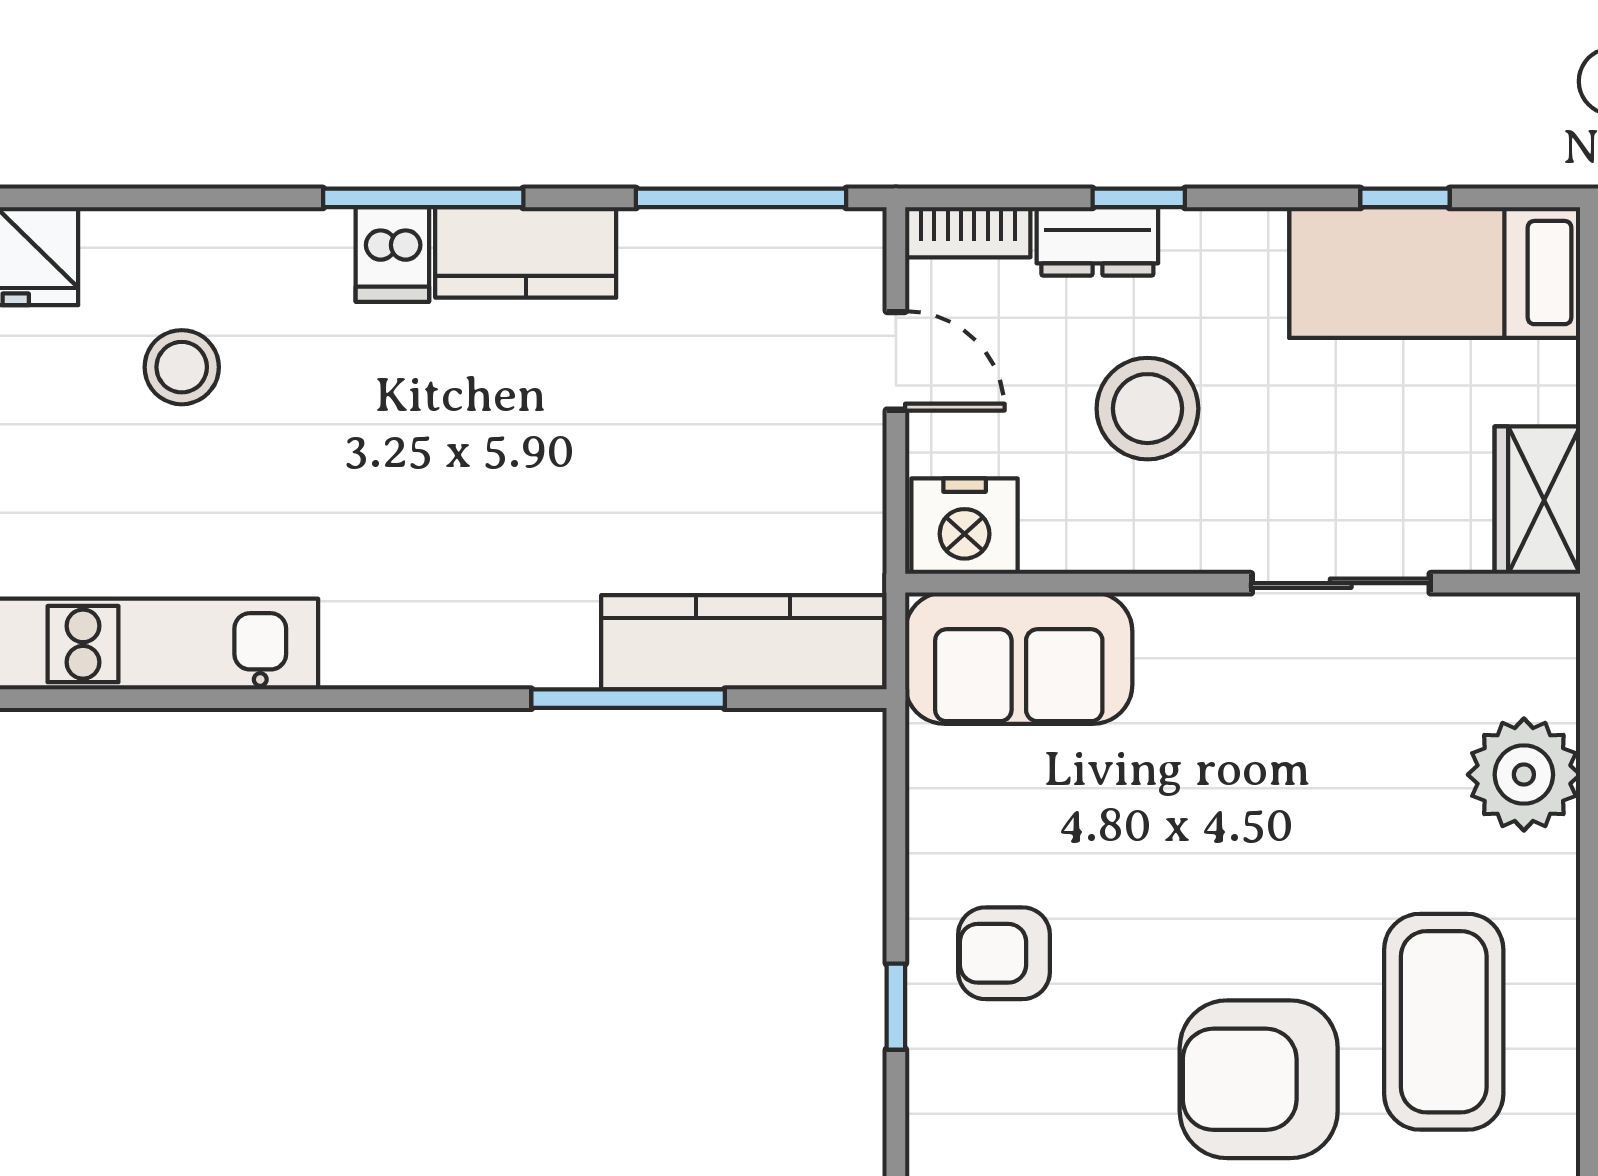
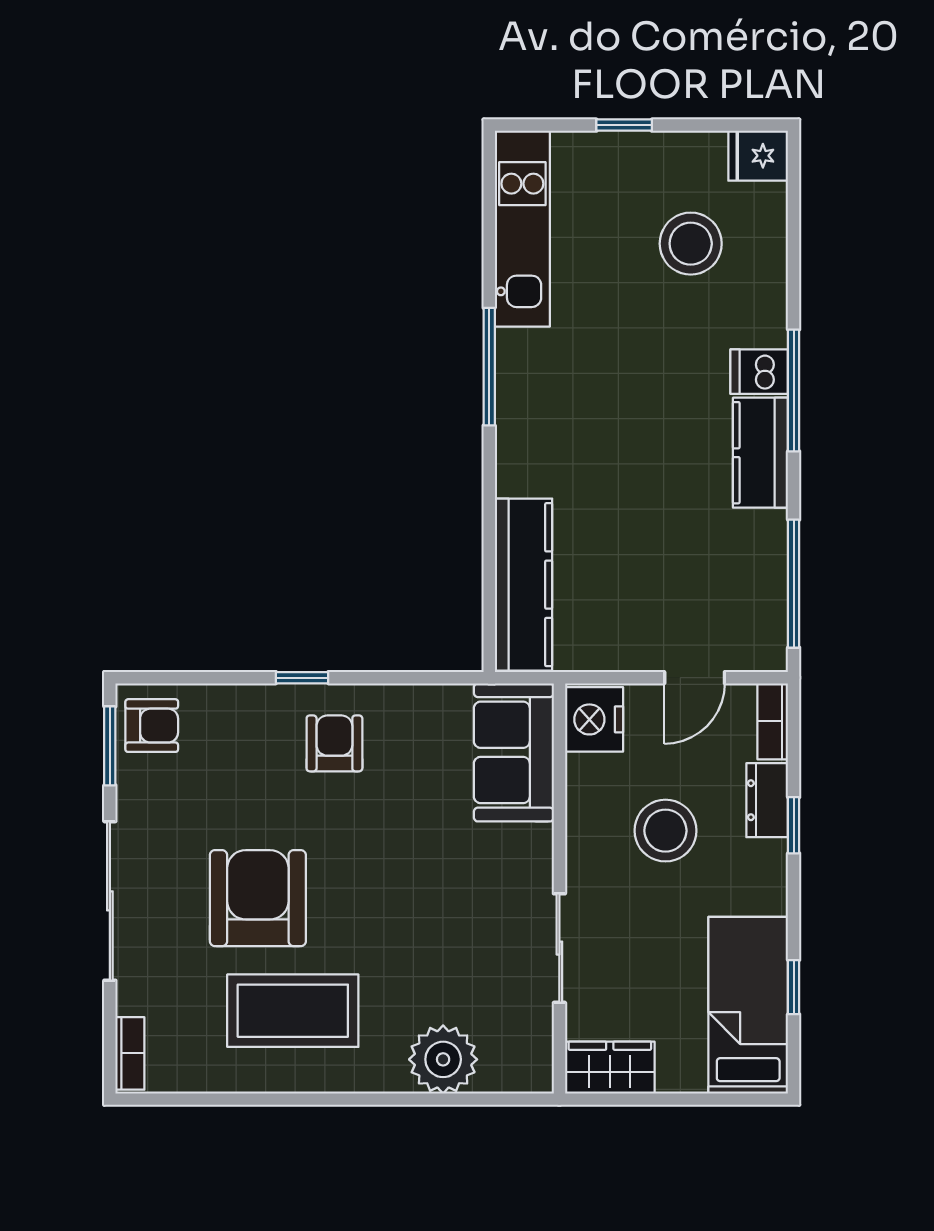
stool: (182, 367) -> (691, 244), width x1.38, depth x1.38
window: (628, 699) -> (489, 367), moved

